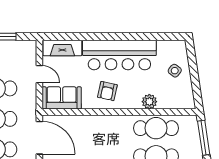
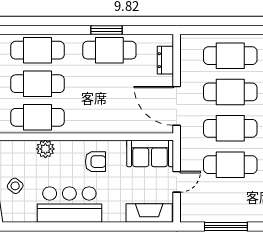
bar counter: (119, 55) -> (69, 205), width x0.73
door: (39, 74) -> (177, 182), swing flipped
armchair: (107, 91) -> (95, 162), turned 78

